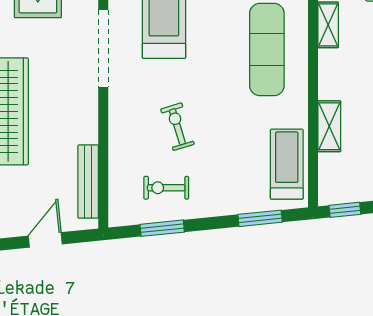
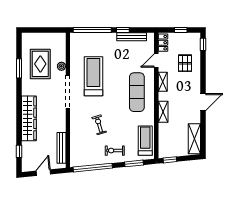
shelving: (329, 126) -> (163, 112), moved
exercise bike: (166, 188) -> (115, 151), moved
window: (162, 228) -> (93, 168), width x2.11

